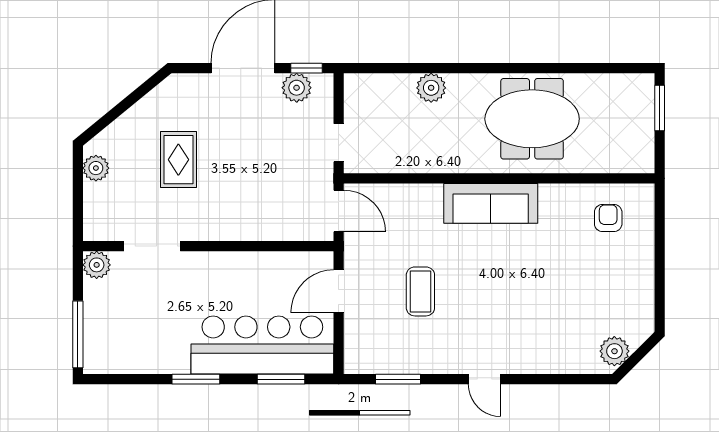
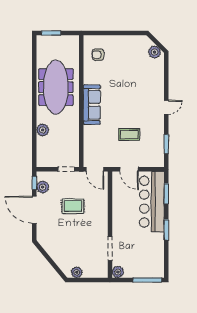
meeting table: (532, 119) -> (56, 87), width x1.36
rug: (178, 160) -> (73, 206), moved
door: (339, 211) -> (95, 169), swing flipped

